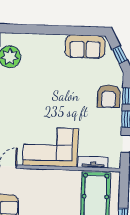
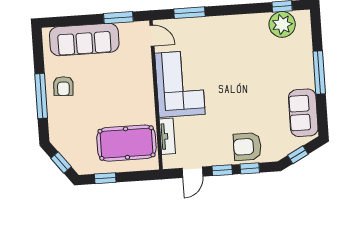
window: (53, 30) -> (319, 72), added

